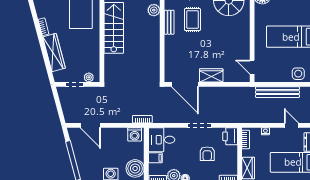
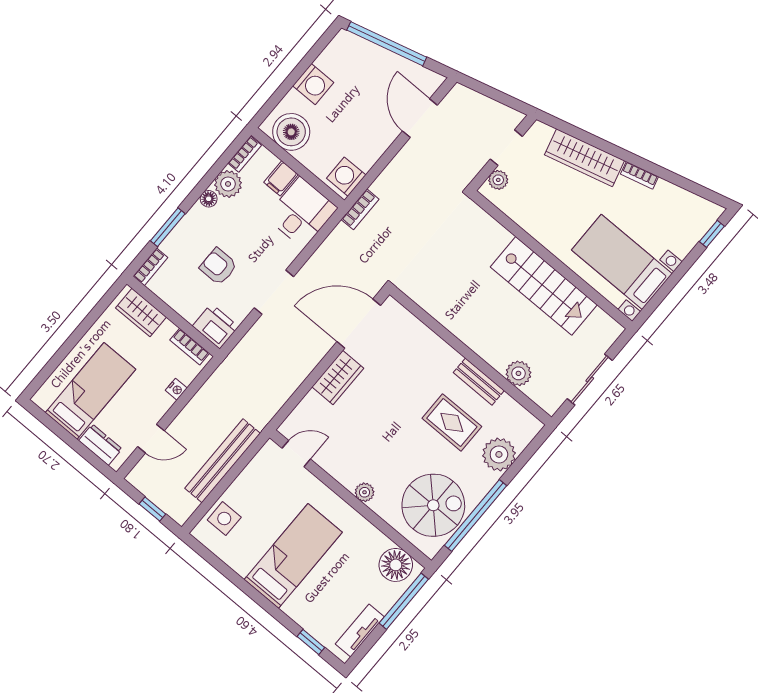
plant: (245, 30) -> (365, 492), added
door: (90, 125) -> (420, 118), hinge flipped

